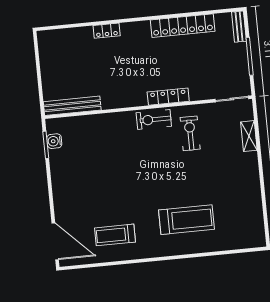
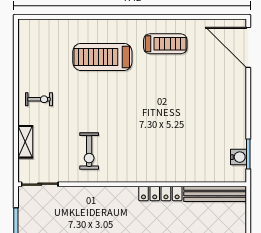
locker: (168, 97) -> (160, 193), moved
exercise bike: (154, 119) -> (39, 99), moved, width x0.73, depth x0.72
treadmill: (115, 235) -> (165, 44), moved

